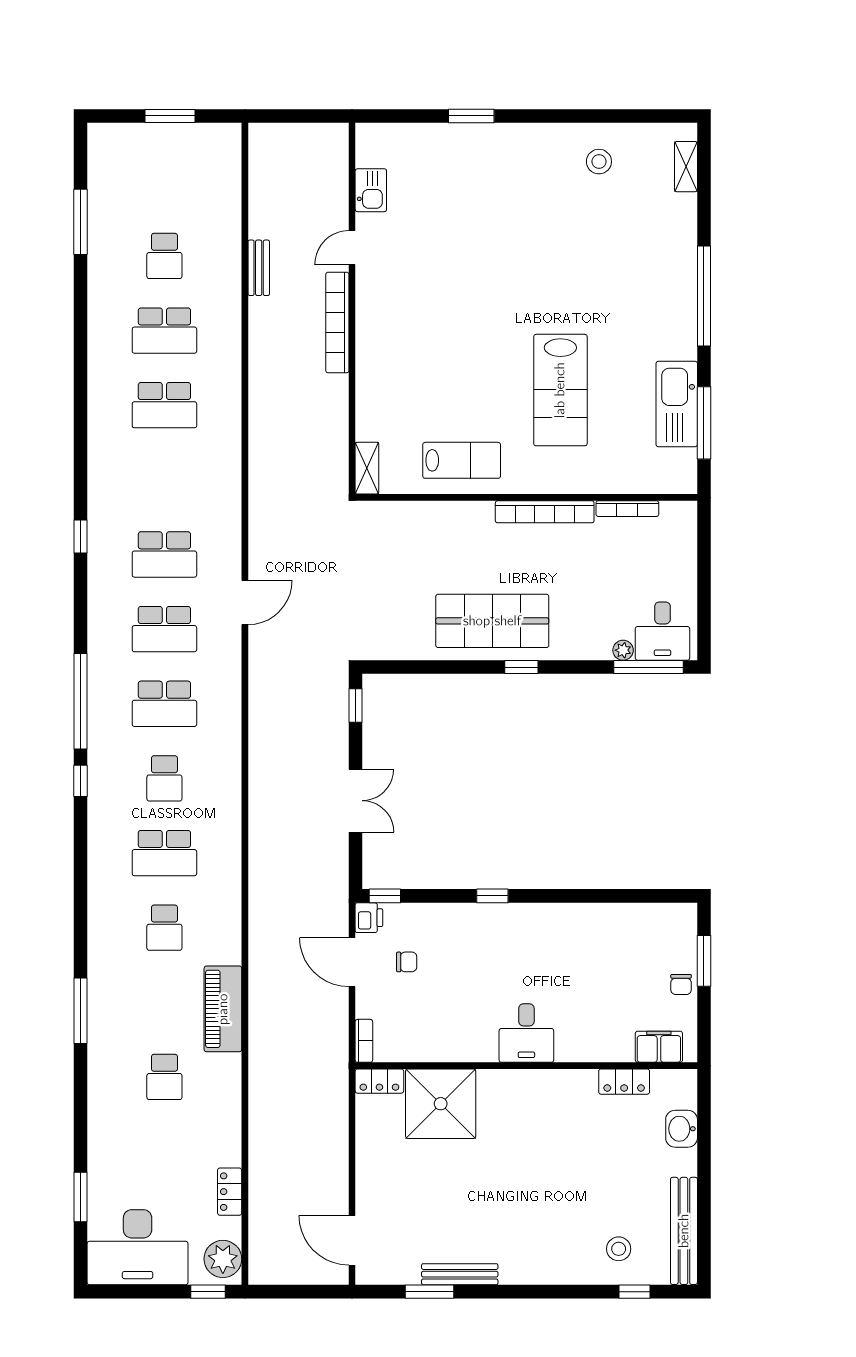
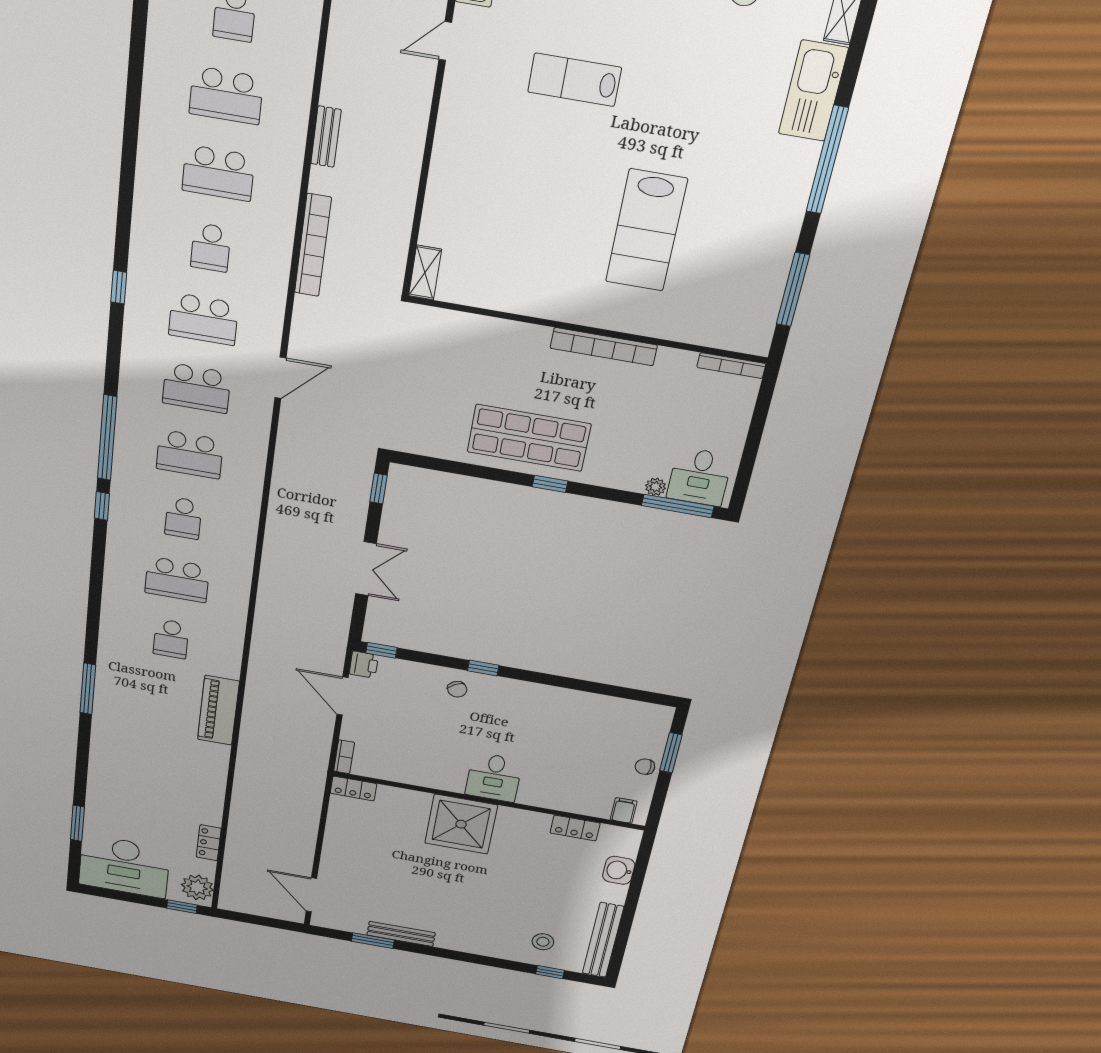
bench: (259, 268) -> (326, 137), moved
bookcase: (337, 323) -> (313, 245), moved, turned 180
kitchen sink: (677, 404) -> (813, 91), moved
lab bench: (462, 460) -> (575, 80), moved, turned 180
bookcase: (627, 509) -> (731, 366), moved
chair: (407, 962) -> (457, 689), moved, turned 58
chair: (681, 984) -> (645, 767), turned 90
filing cabinet: (659, 1047) -> (624, 810), width x0.50
school desk: (164, 1077) -> (211, 247), moved
shower: (441, 1104) -> (461, 824), moved

